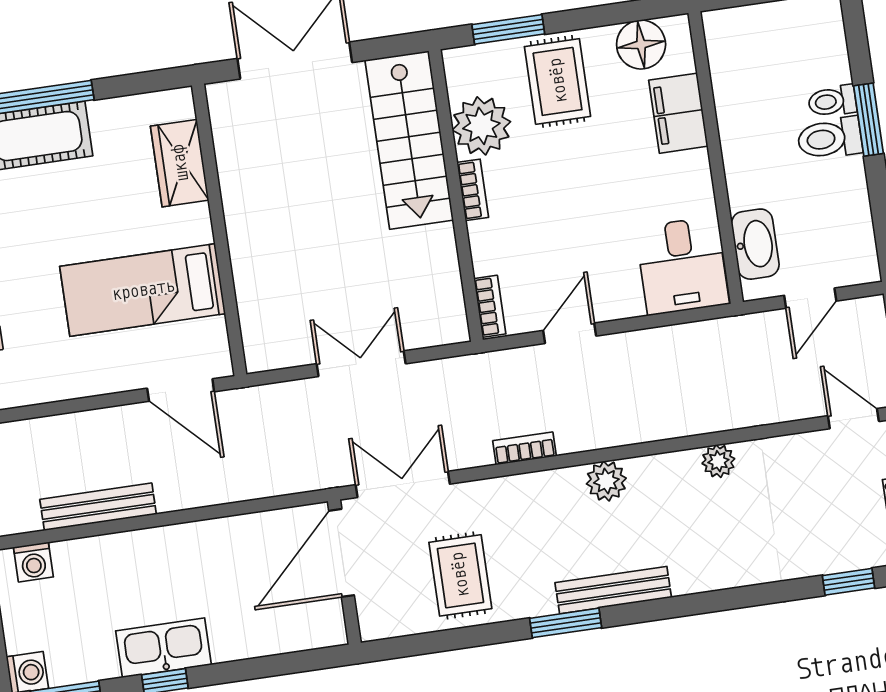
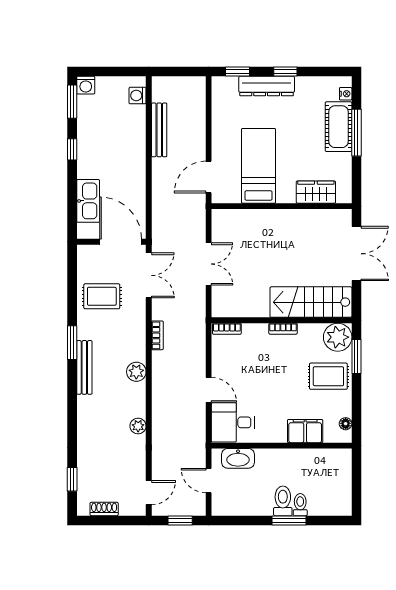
floor lamp: (641, 45) -> (346, 424), width x0.53, depth x0.53
plant: (481, 126) -> (338, 337), moved
door: (570, 333) -> (209, 390), moved
kitchen sink: (164, 648) -> (88, 201), moved

